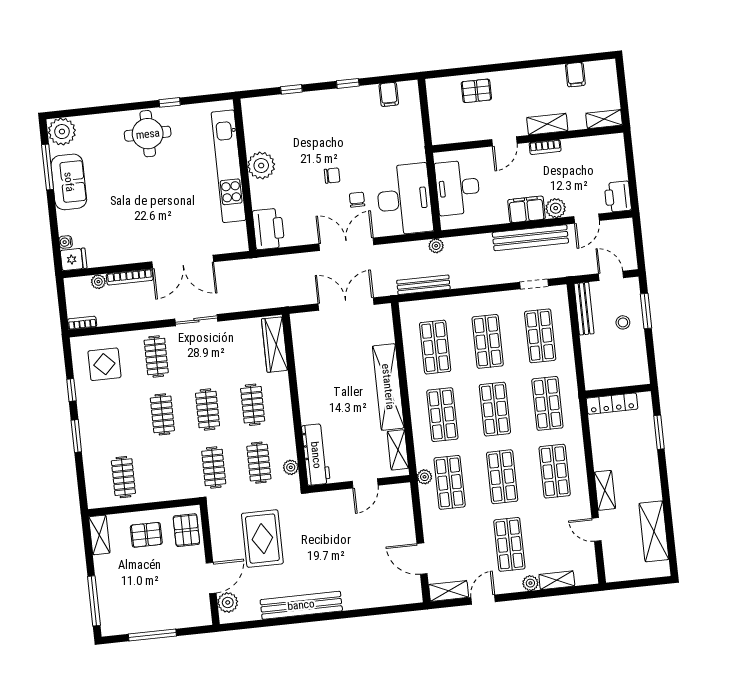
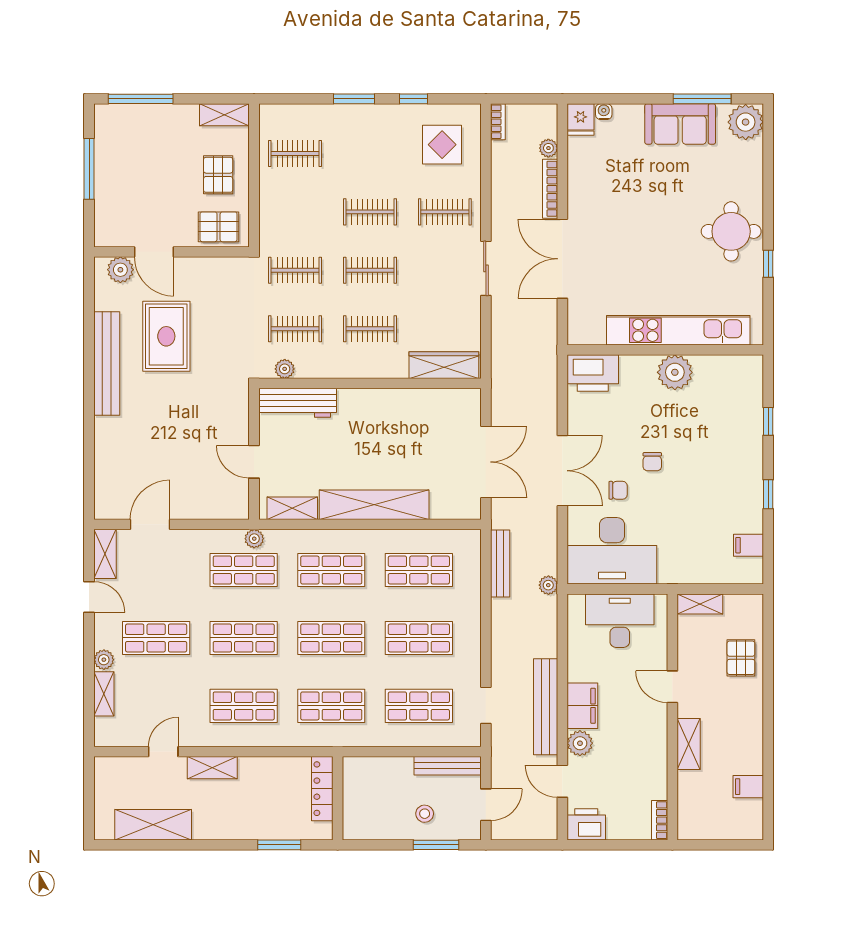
shelving: (604, 119) -> (700, 604), moved, turned 90
bookcase: (545, 147) -> (660, 820), moved
rug: (262, 539) -> (166, 336), moved, turned 90

